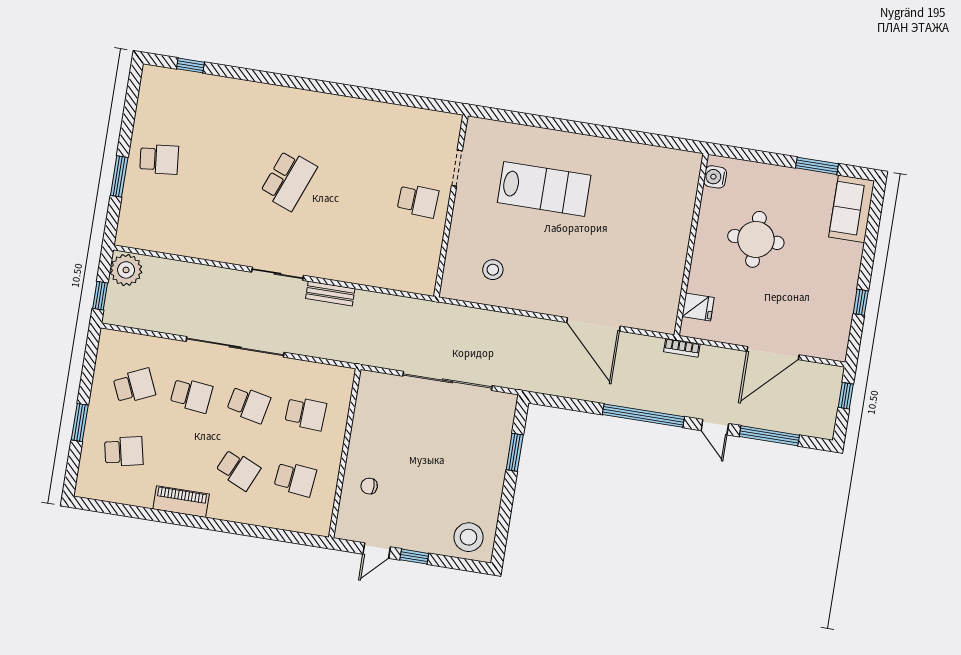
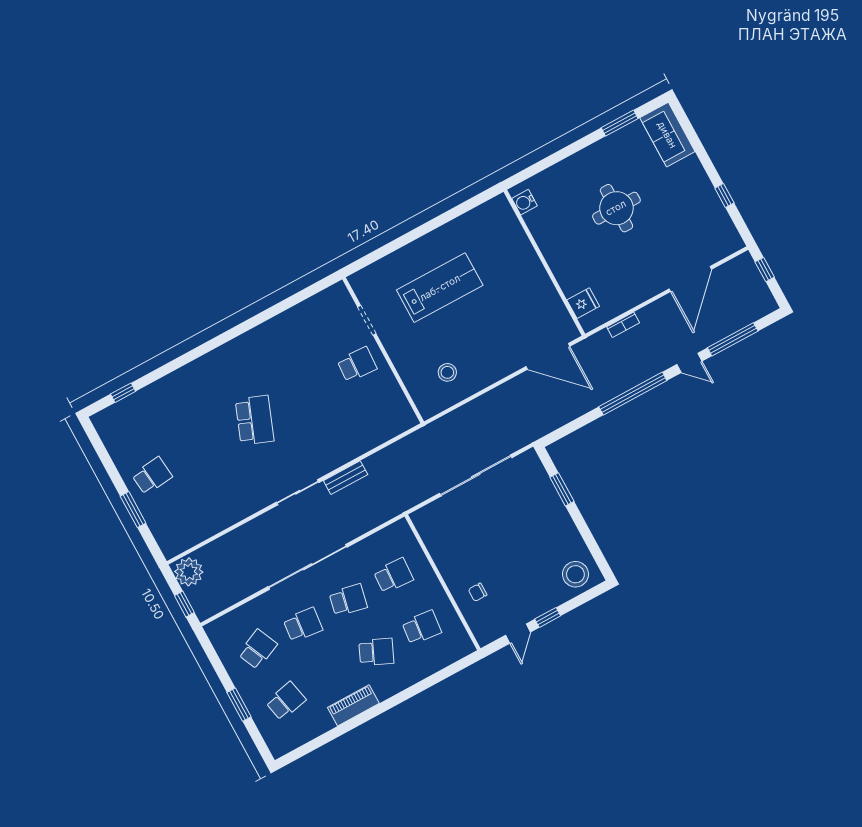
water cooler: (715, 177) -> (525, 202), moved
wall: (691, 245) -> (544, 263), moved
fridge: (698, 307) -> (583, 303), moved

